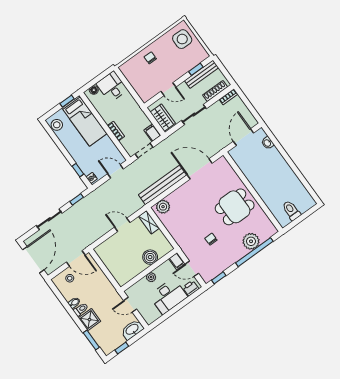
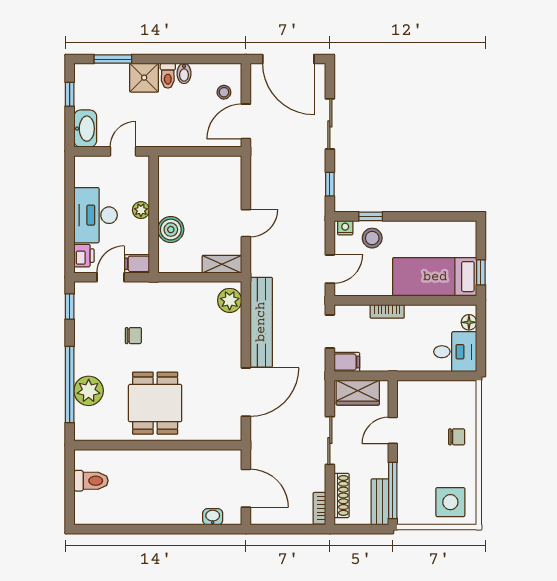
window: (196, 69) -> (393, 490), width x2.17
bench: (202, 74) -> (380, 502), width x0.73
stool: (57, 125) -> (372, 238), moved

